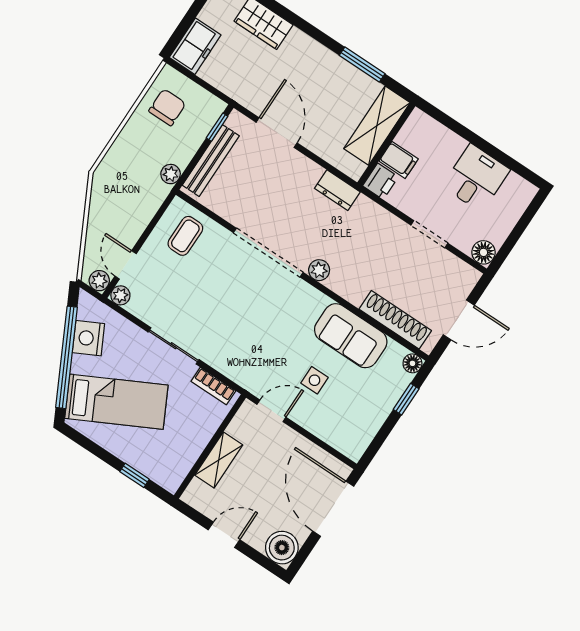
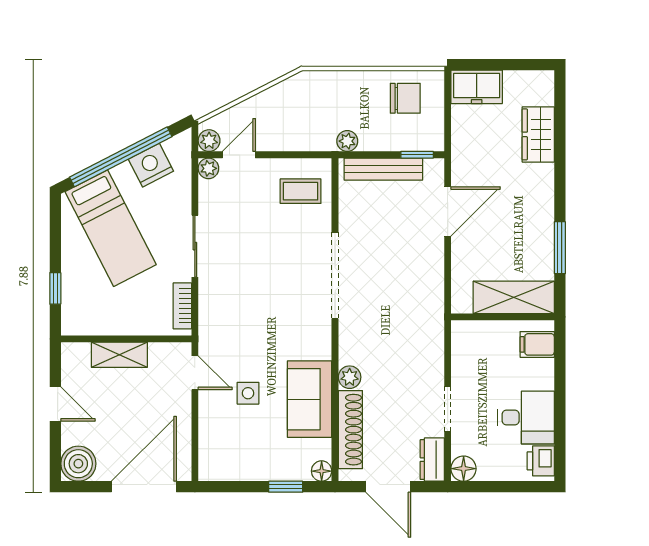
filing cabinet: (399, 160) -> (537, 344), moved, turned 90
printer: (380, 181) -> (541, 461), moved, turned 90
dresser: (337, 190) -> (432, 460), moved
plant: (319, 270) -> (350, 377), moved

